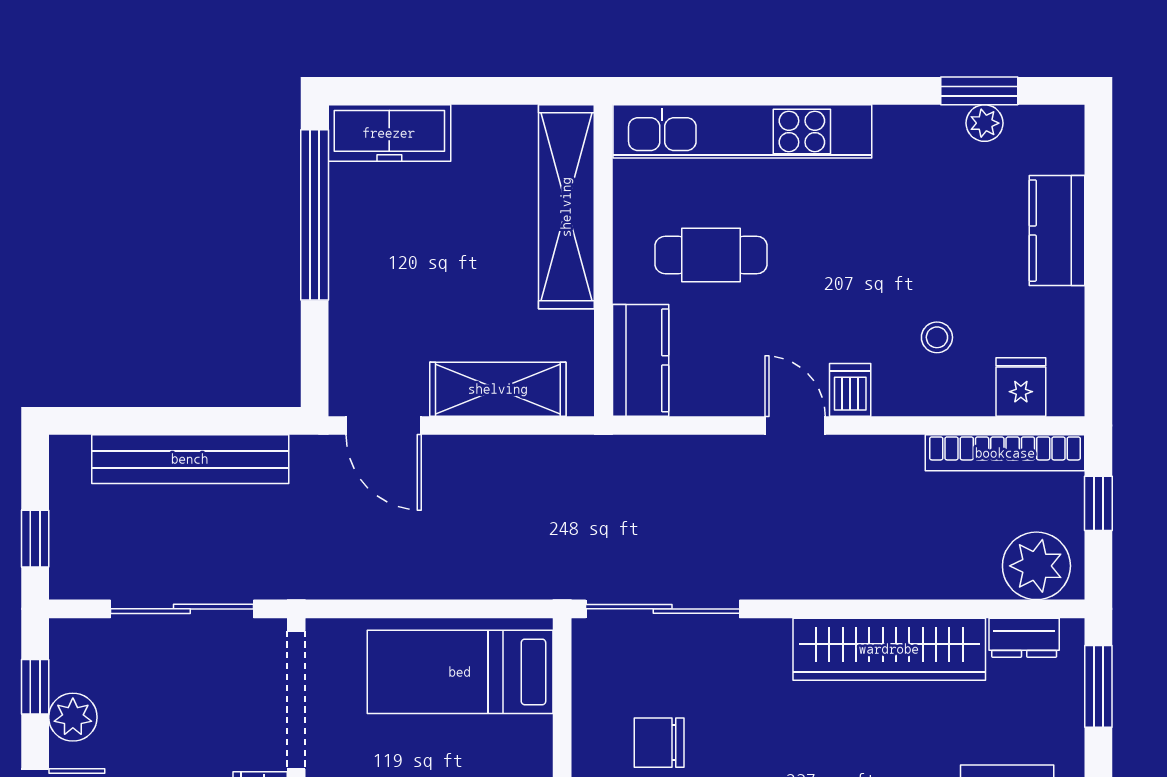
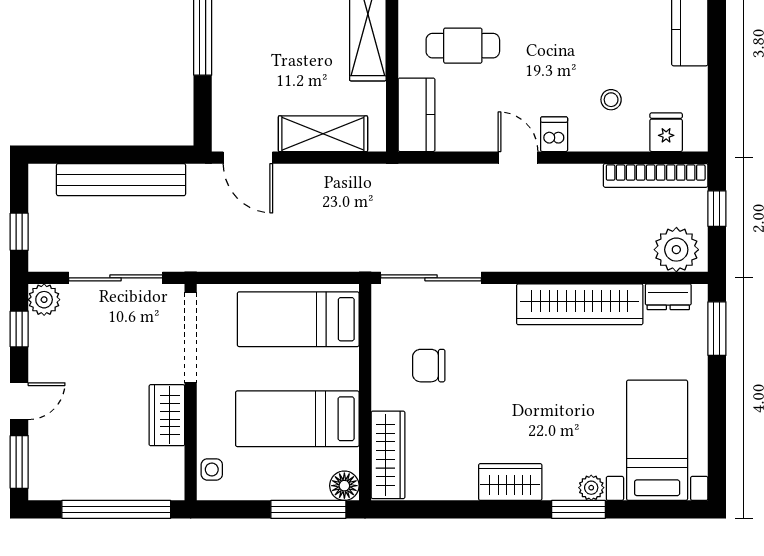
plant: (73, 717) -> (44, 300), moved

